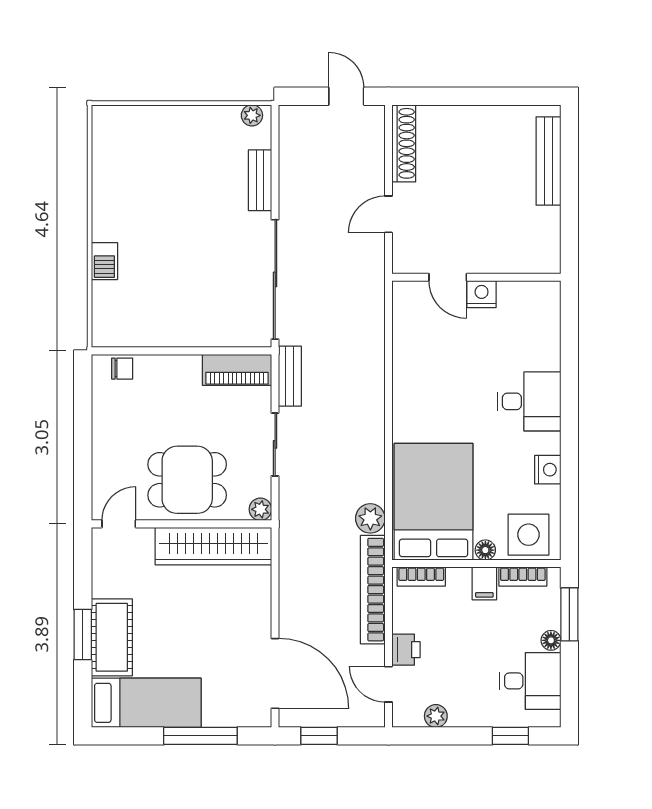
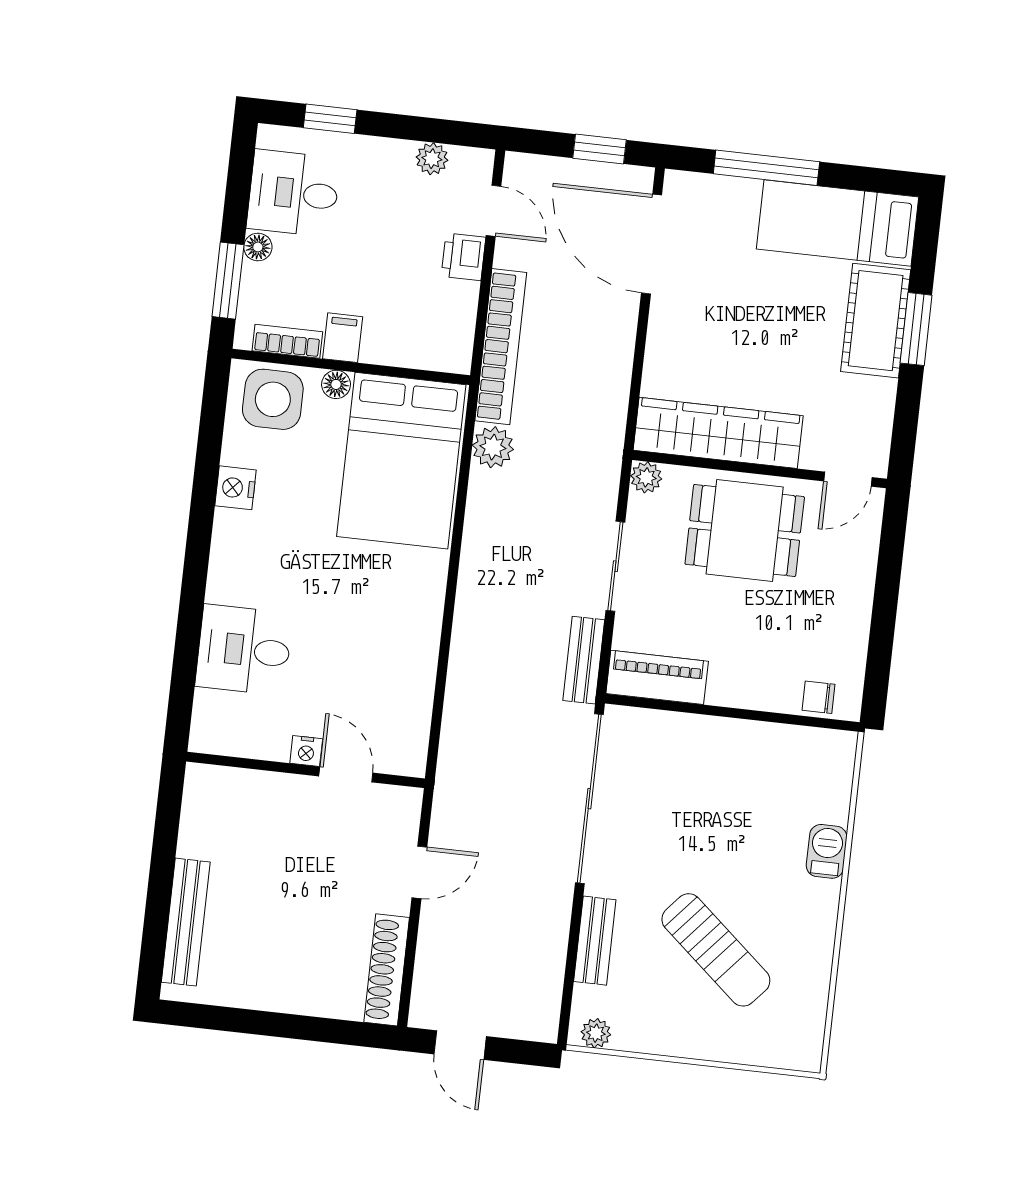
sun lounger: (174, 183) -> (716, 950), added
nightstand: (482, 294) -> (306, 751), width x0.72, depth x0.74
desk: (529, 401) -> (244, 650), moved
bookcase: (421, 577) -> (430, 357), removed

